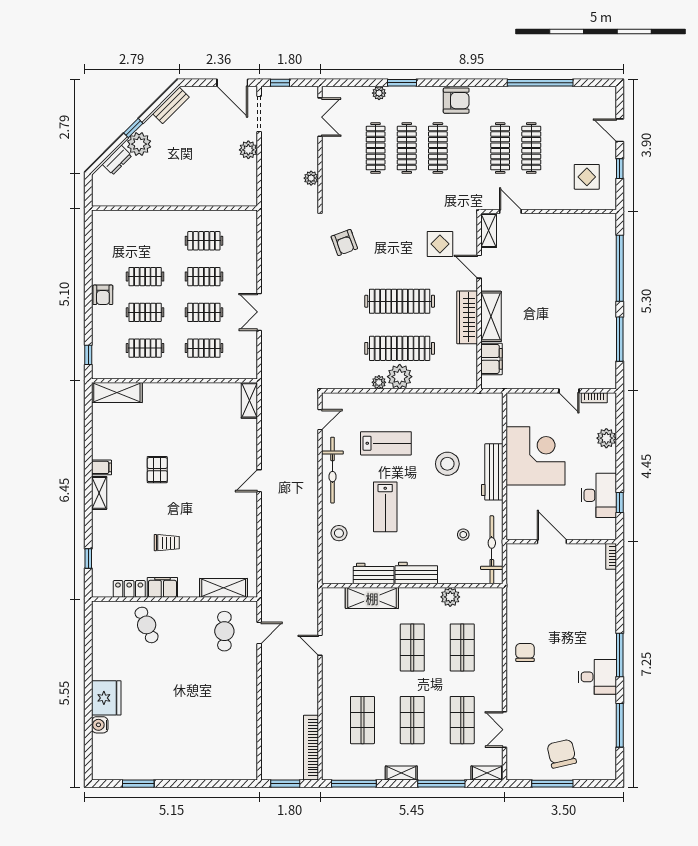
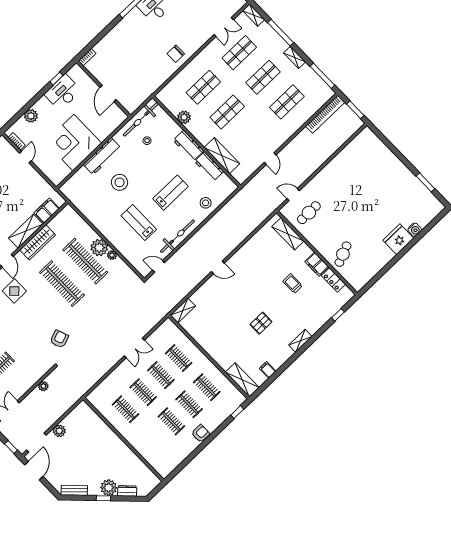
filing cabinet: (102, 467) -> (268, 370), moved

